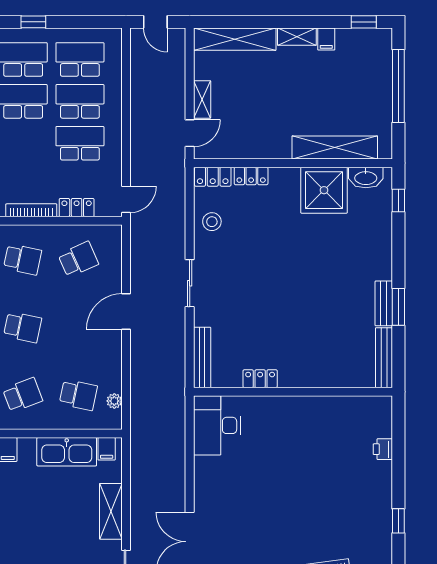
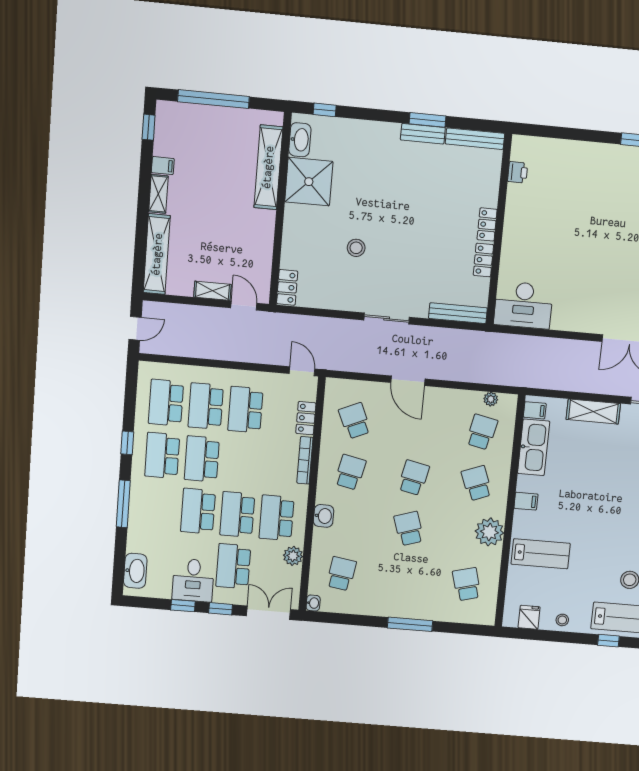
locker: (251, 176) -> (487, 224), moved, turned 180
stool: (212, 222) -> (356, 248), moved
printer: (383, 449) -> (518, 172), moved, turned -90

